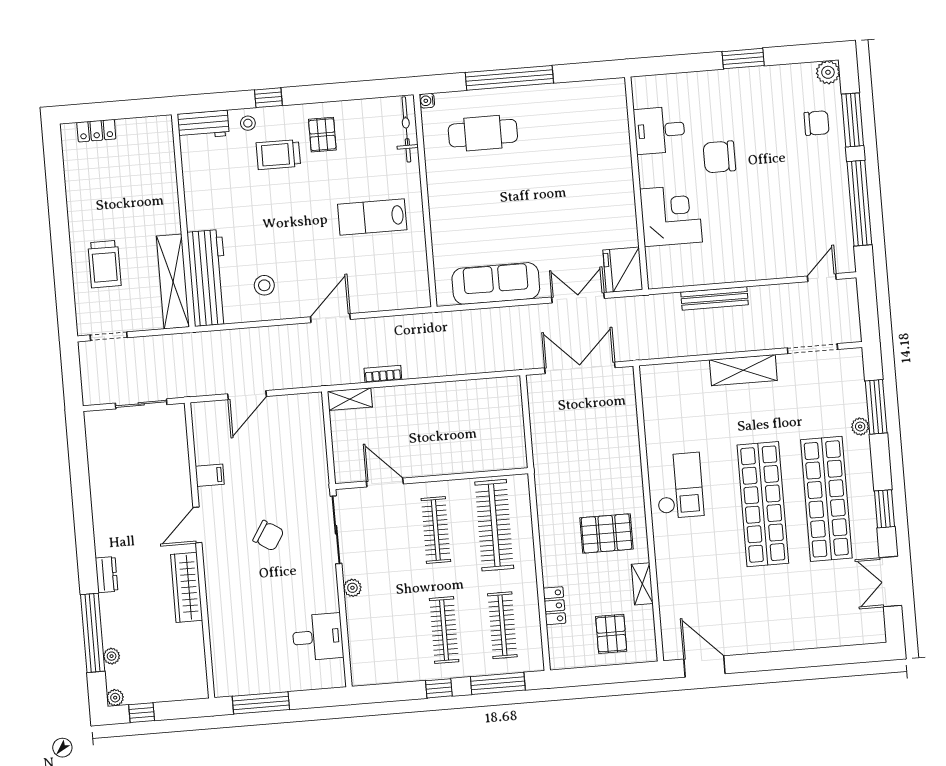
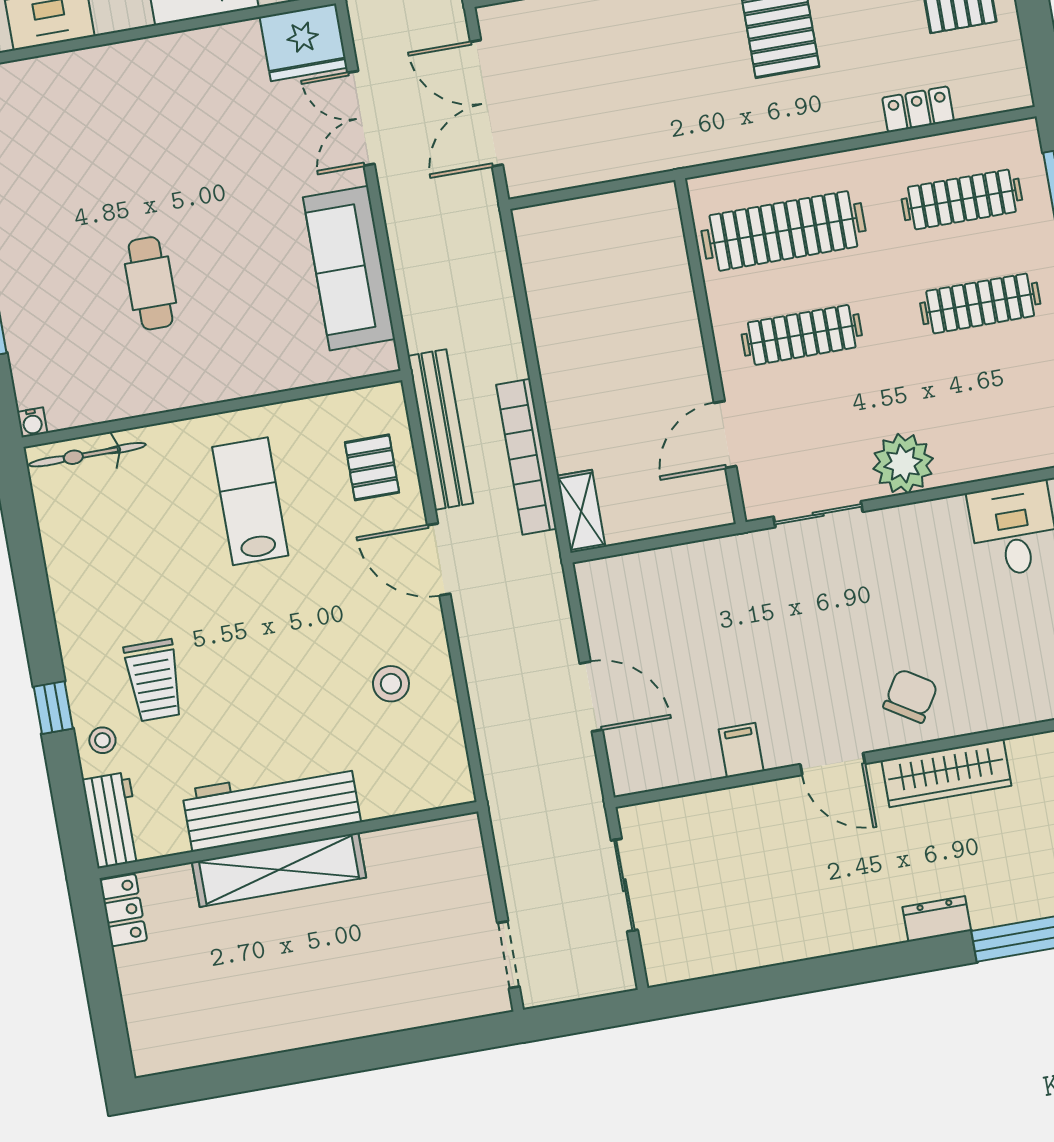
locker: (96, 131) -> (123, 910), moved
cafe table: (483, 133) -> (151, 283), moved, width x0.73, depth x0.74
pallet: (322, 135) -> (372, 467), moved, turned 90
lab bench: (372, 217) -> (250, 501), turned 180
trolley: (104, 264) -> (379, 974), removed
workbench: (208, 278) -> (271, 806), moved
shelving: (173, 281) -> (279, 870), moved
bench: (402, 326) -> (440, 430), added
bookcase: (383, 374) -> (526, 457), width x2.31, depth x1.31
sliding door: (336, 530) -> (818, 514), width x0.73
chair: (268, 536) -> (910, 696), moved
plant: (352, 588) -> (903, 464), width x1.88, depth x1.88

